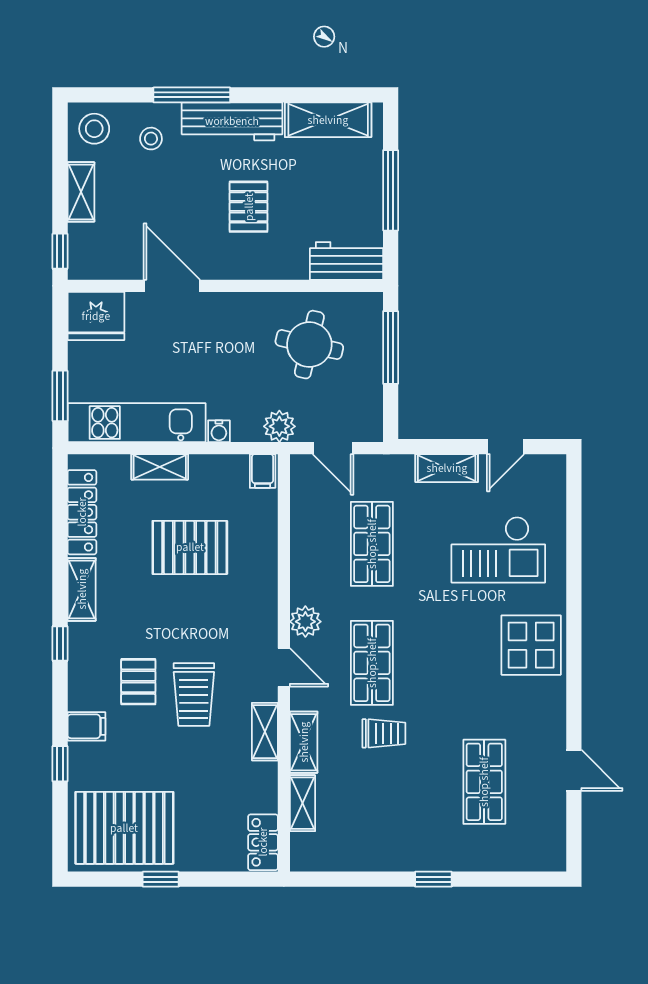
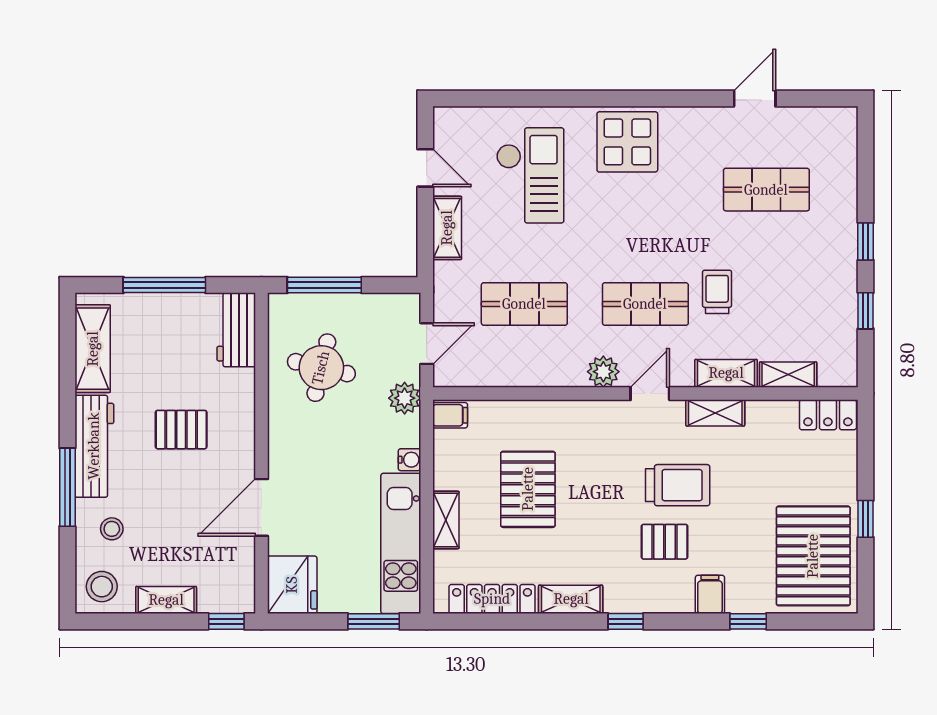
window: (365, 879) -> (866, 311), added

